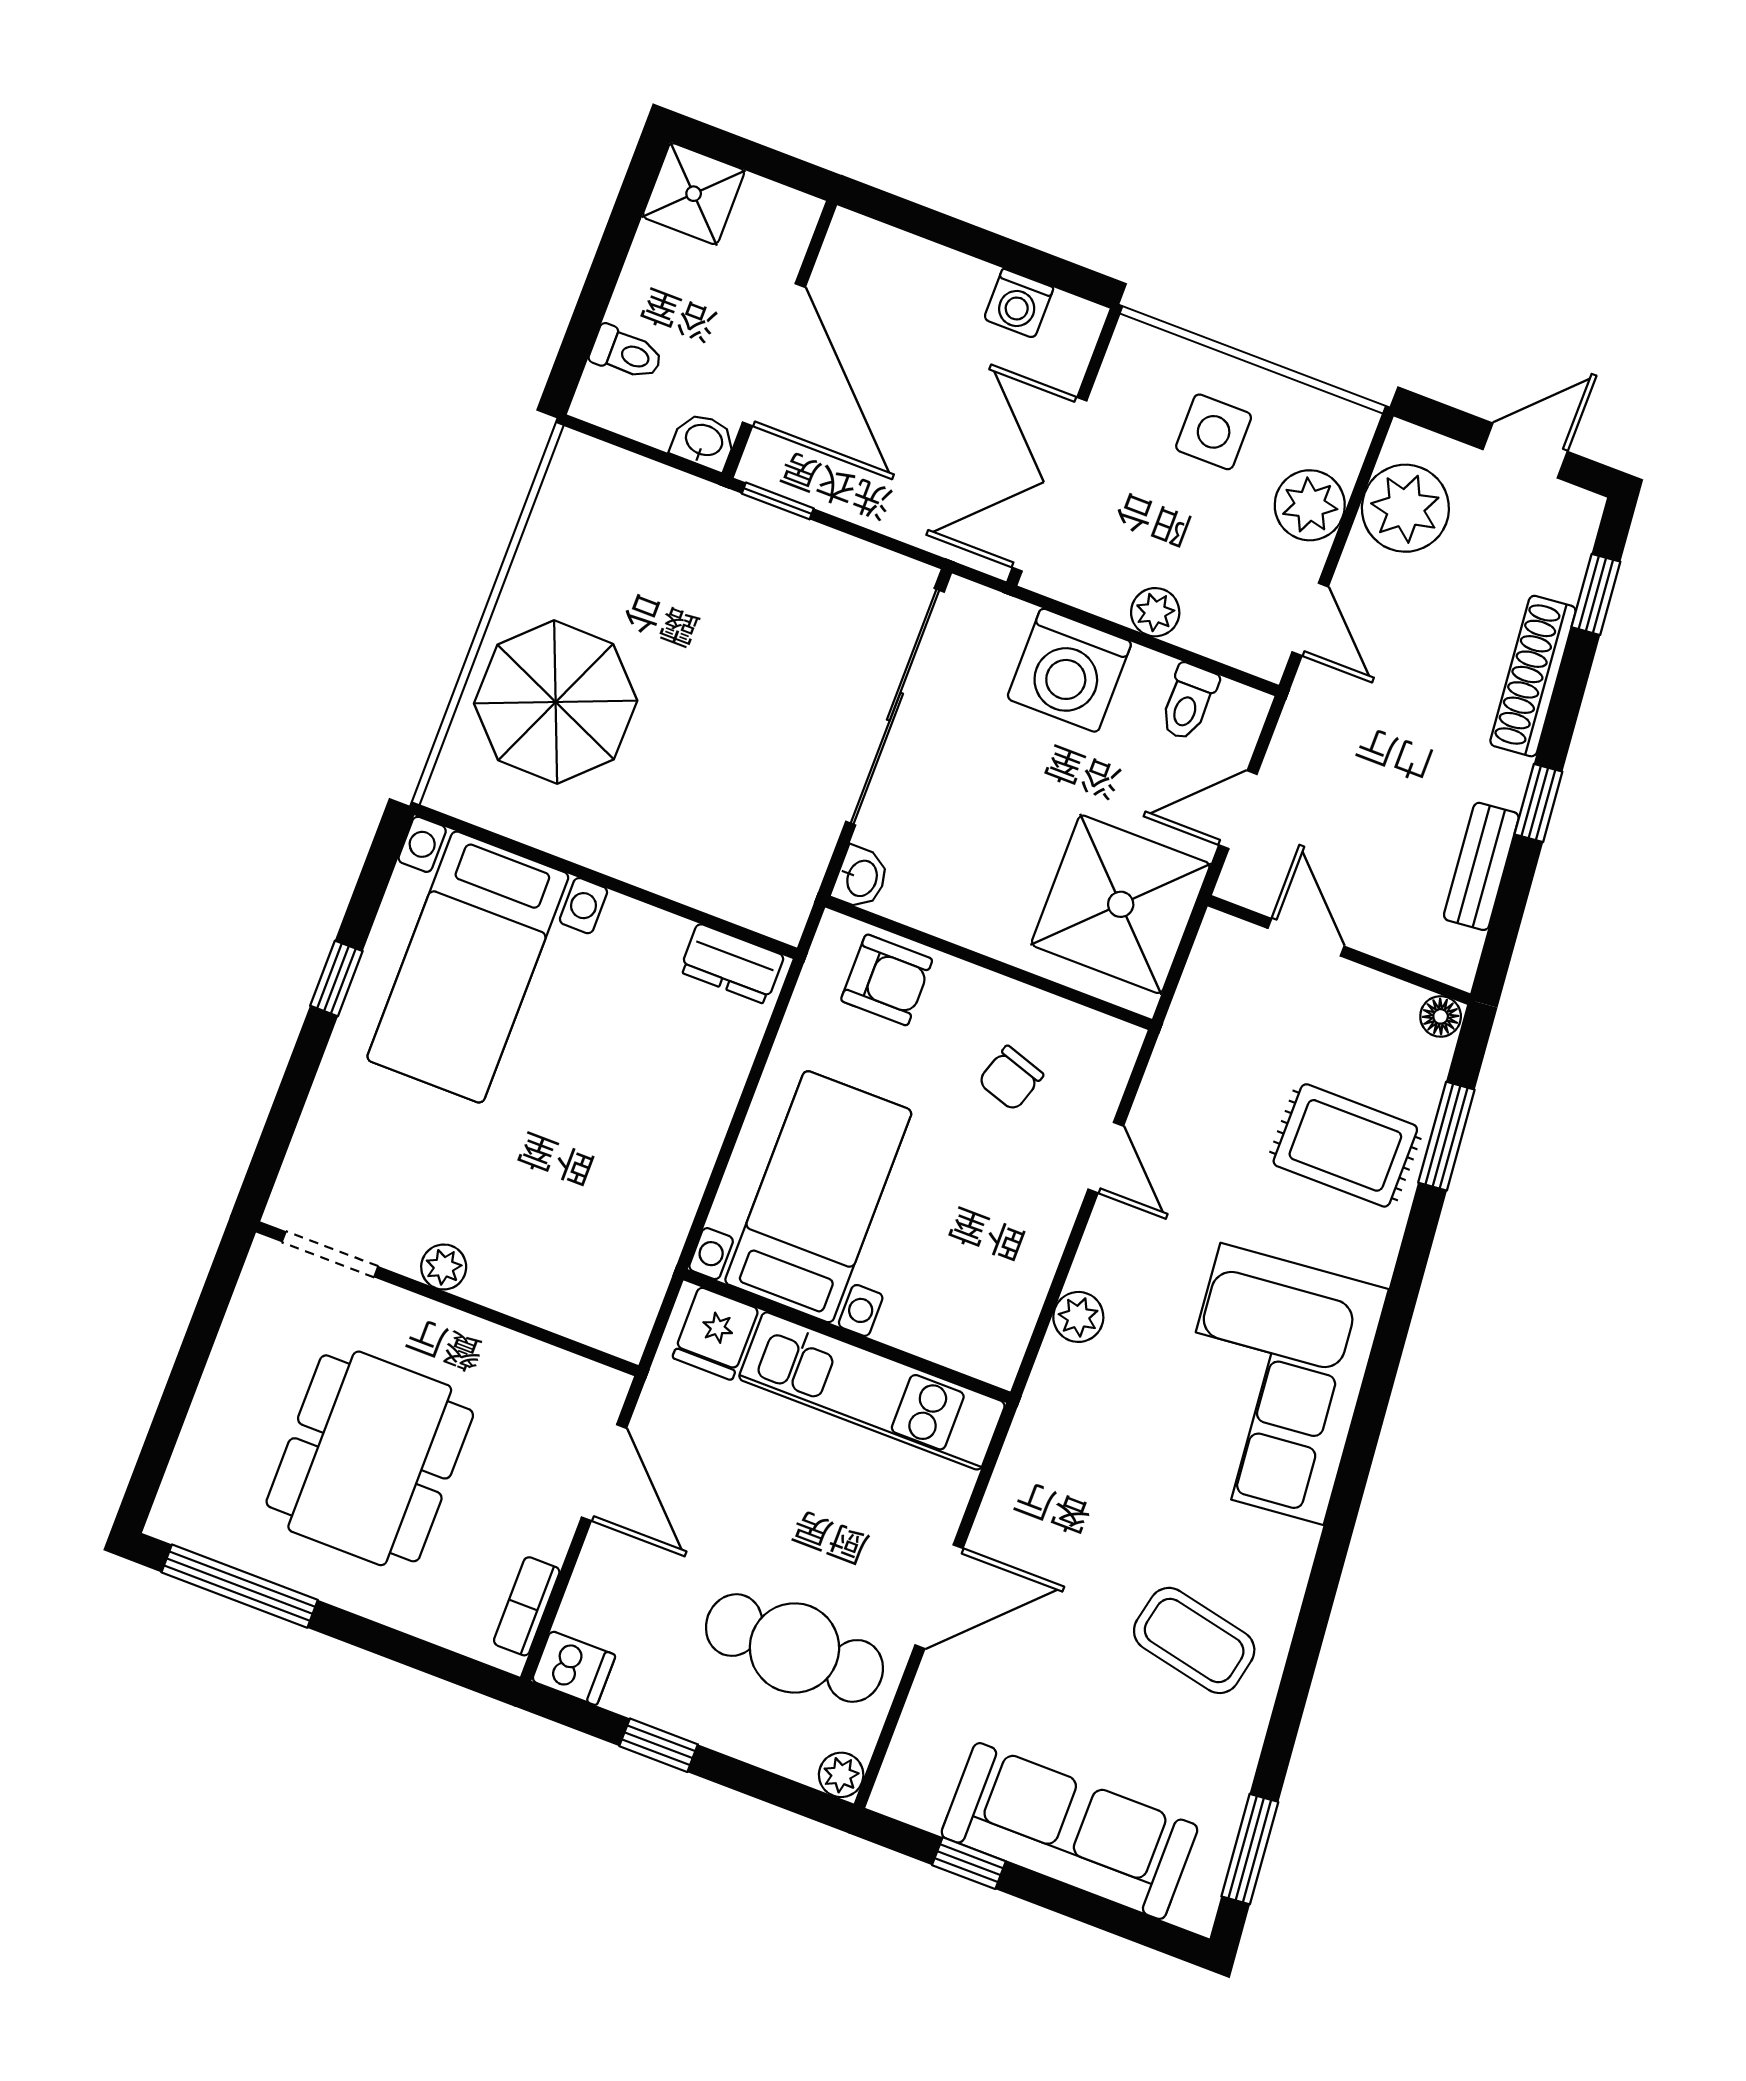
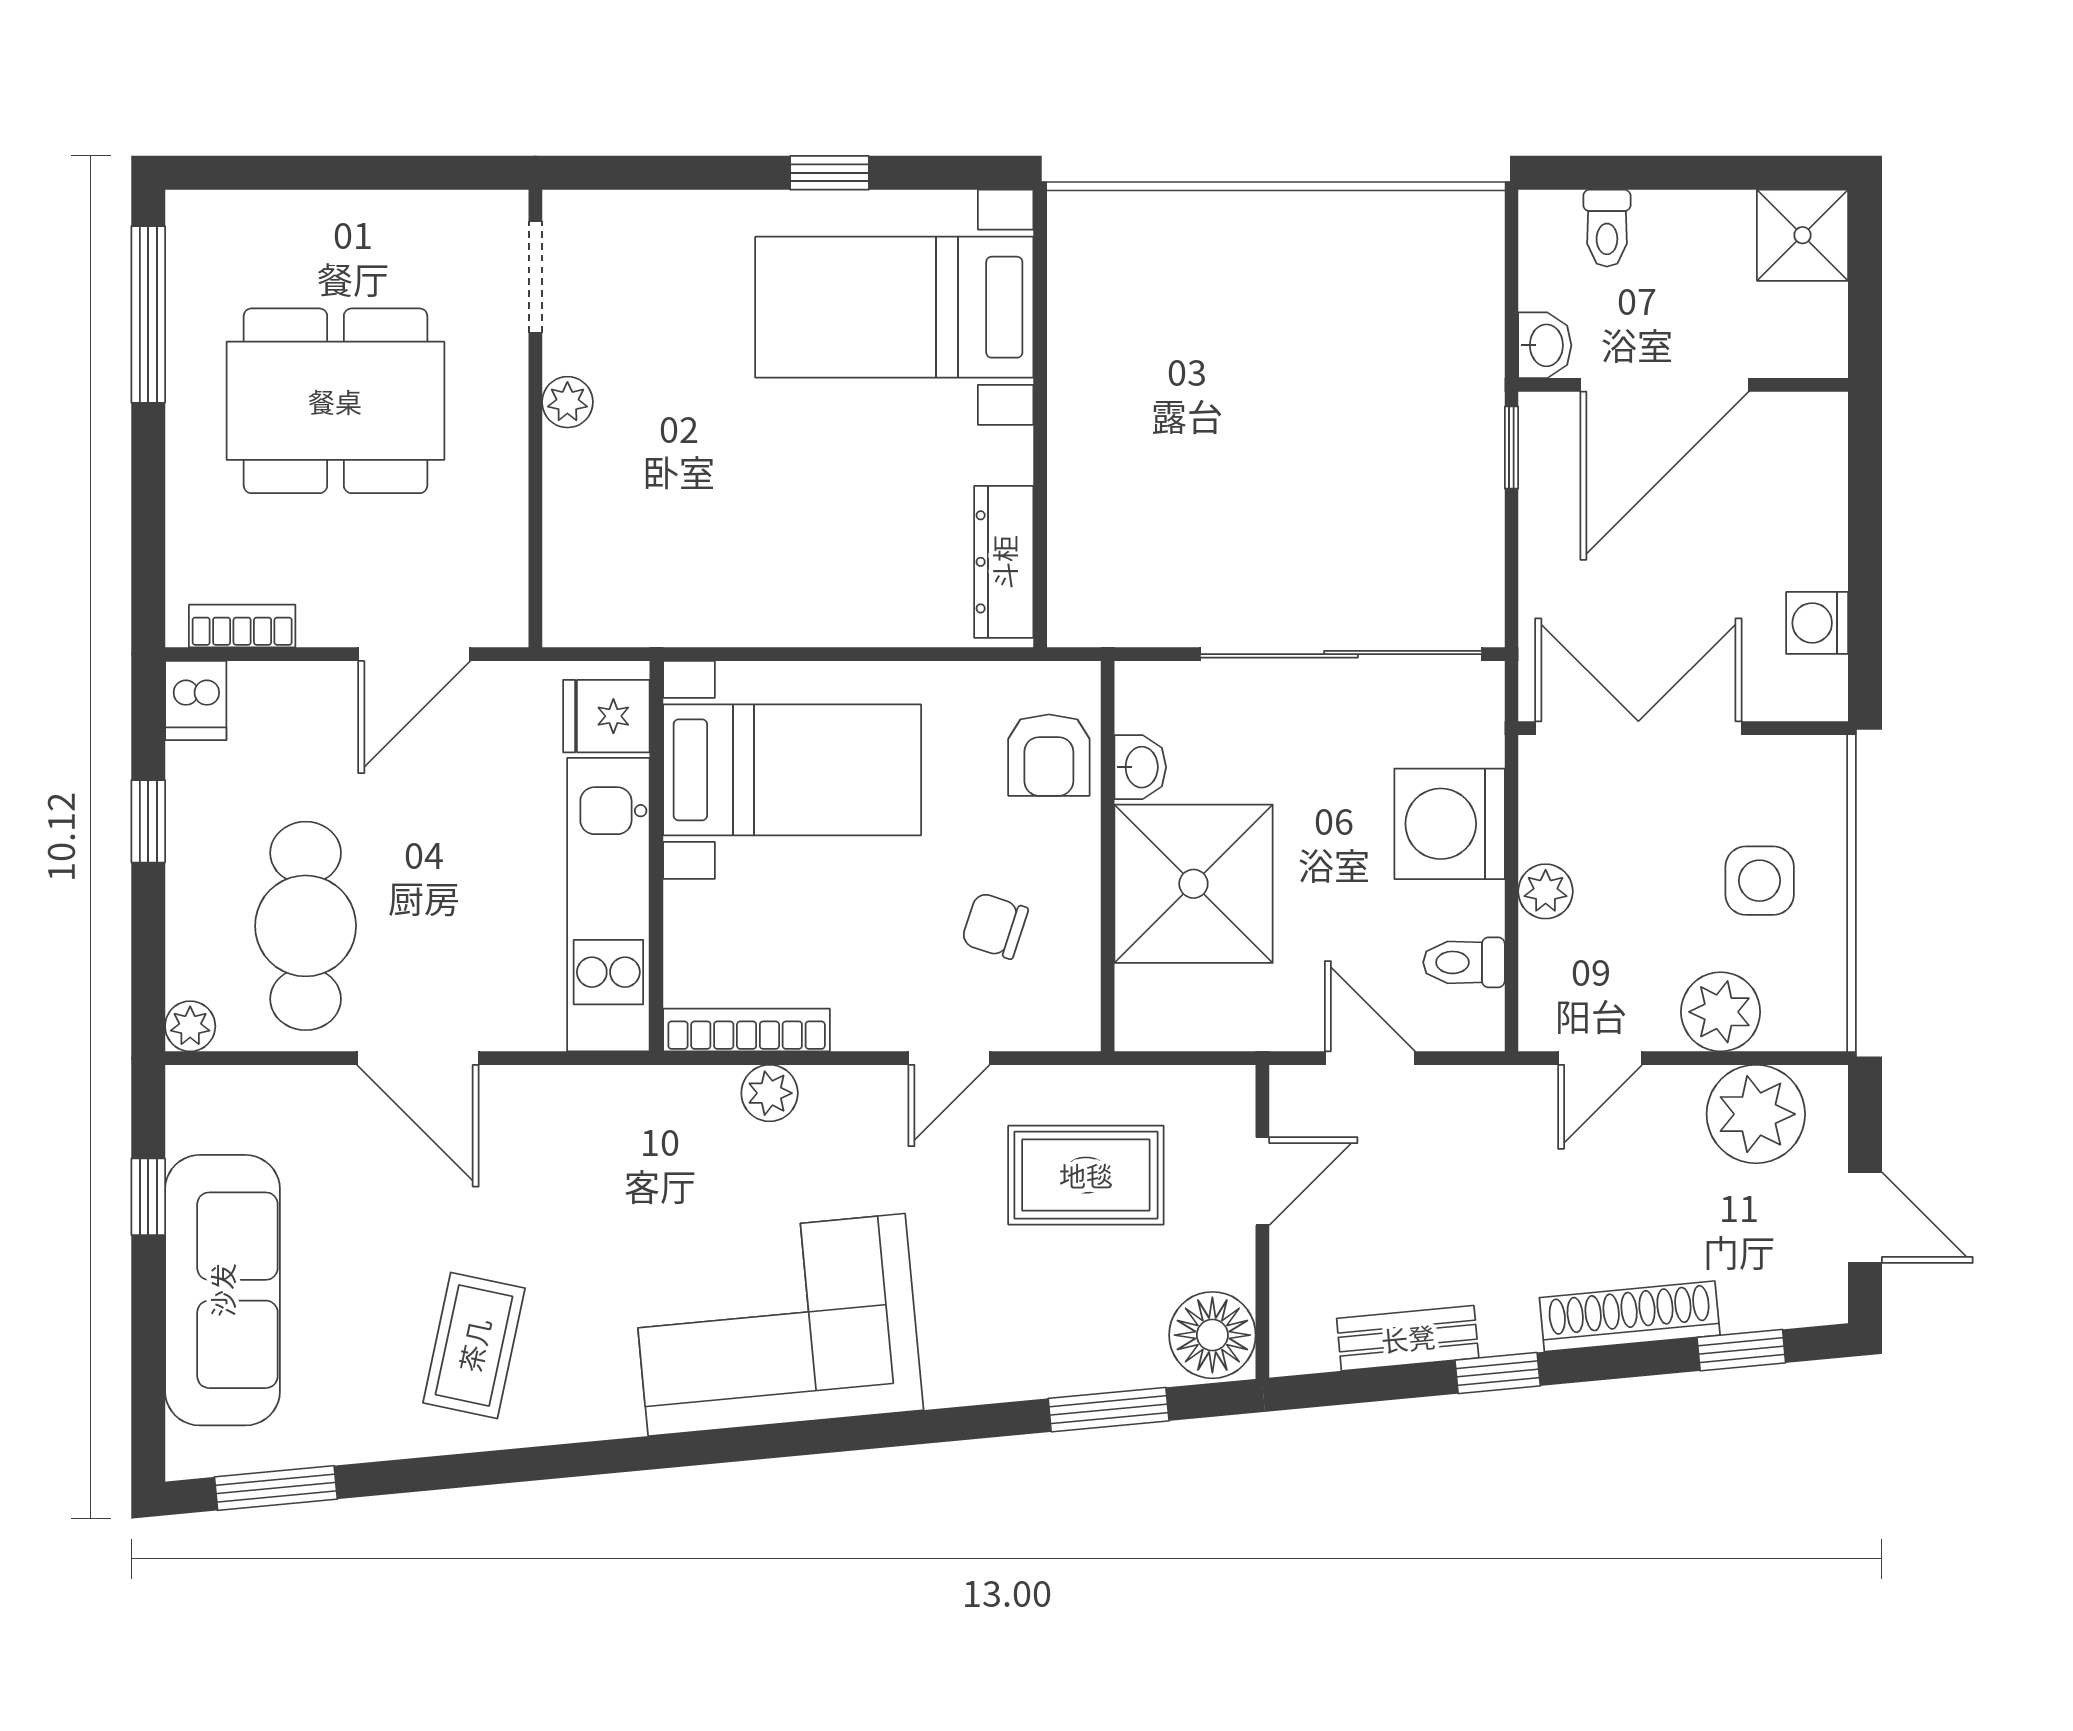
parasol: (556, 702) -> (1210, 294), removed
washbasin: (861, 878) -> (1140, 767), moved, turned -90
shower: (1121, 904) -> (1193, 884), moved
dresser: (732, 964) -> (1004, 562), width x1.44
floor lamp: (1441, 1016) -> (1212, 1335), width x1.89, depth x1.89
rug: (1345, 1145) -> (1086, 1175), moved, turned 90
bookcase: (1019, 1316) -> (747, 1030), added

